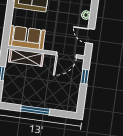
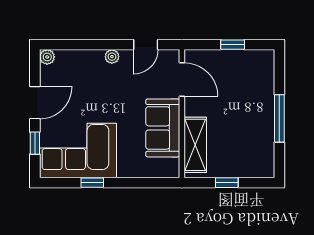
sofa: (27, 38) -> (163, 128), moved
window: (85, 77) -> (233, 45), moved

